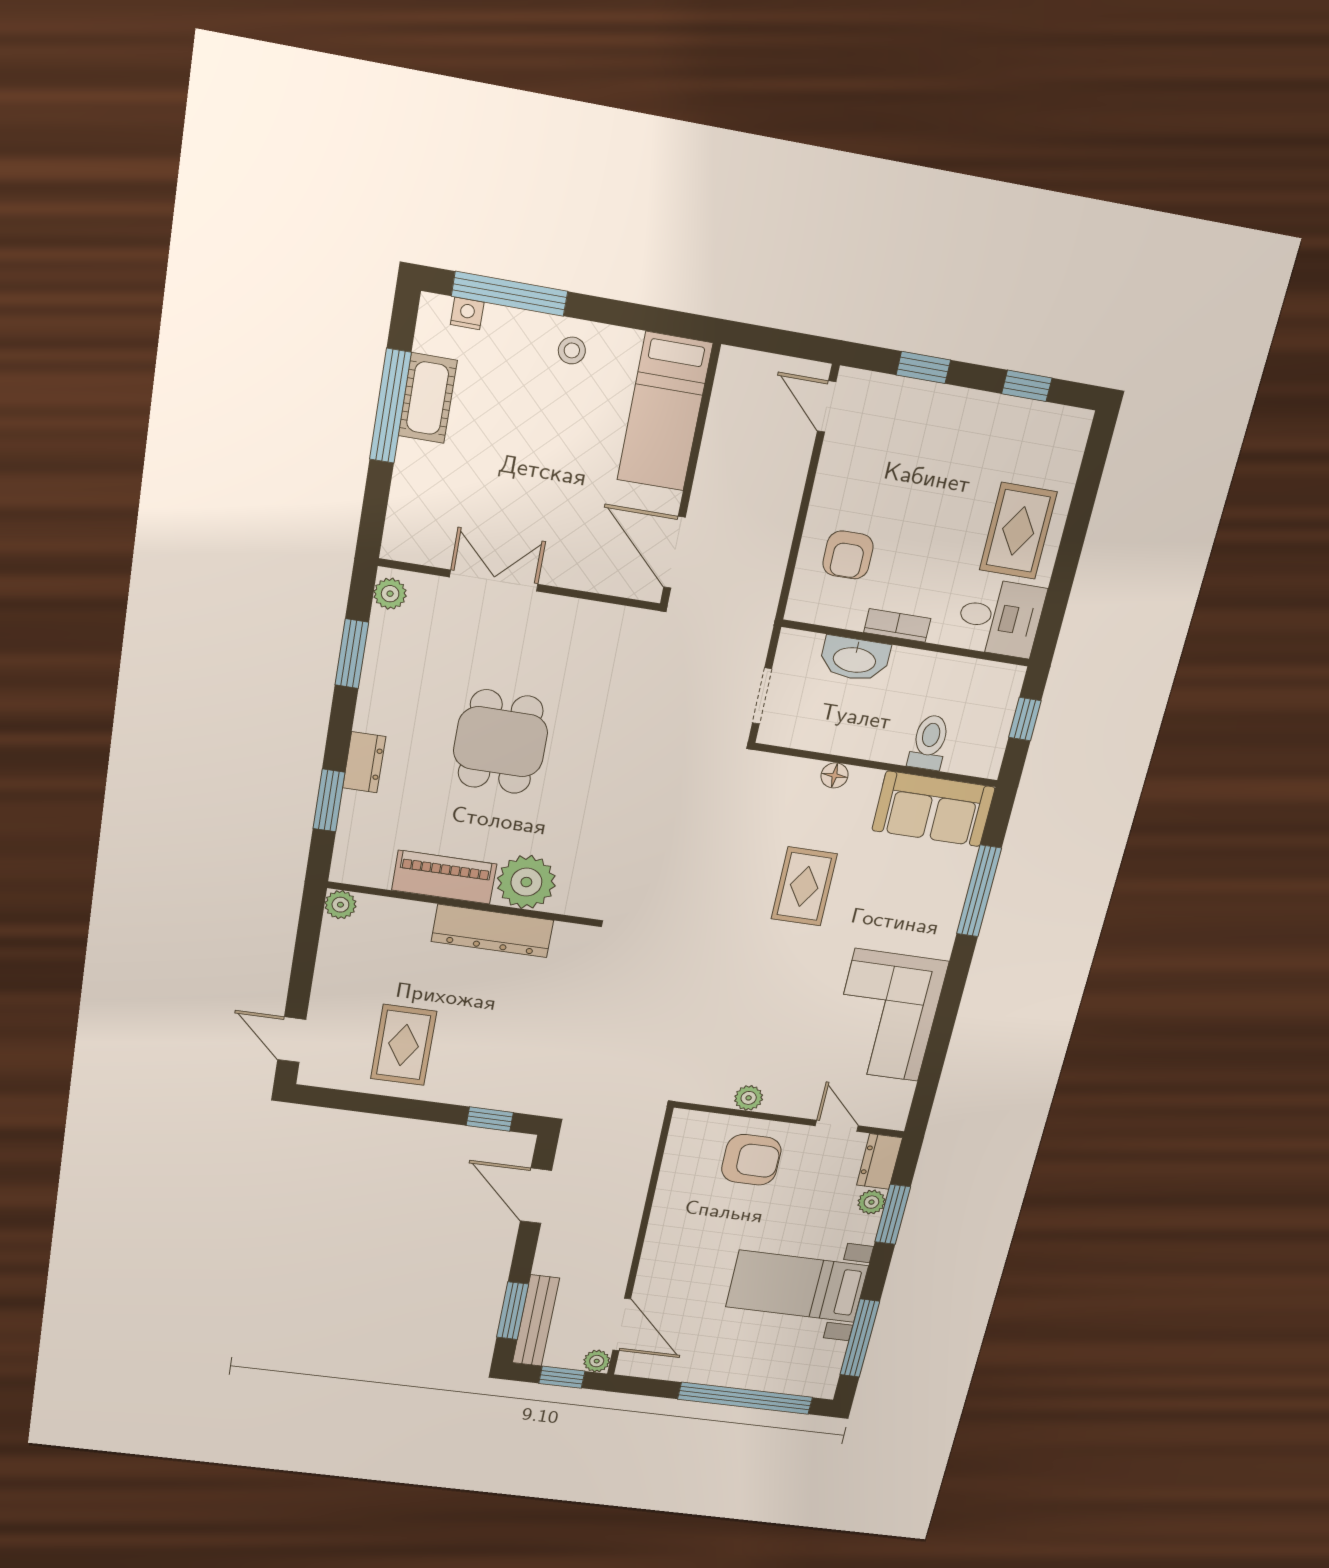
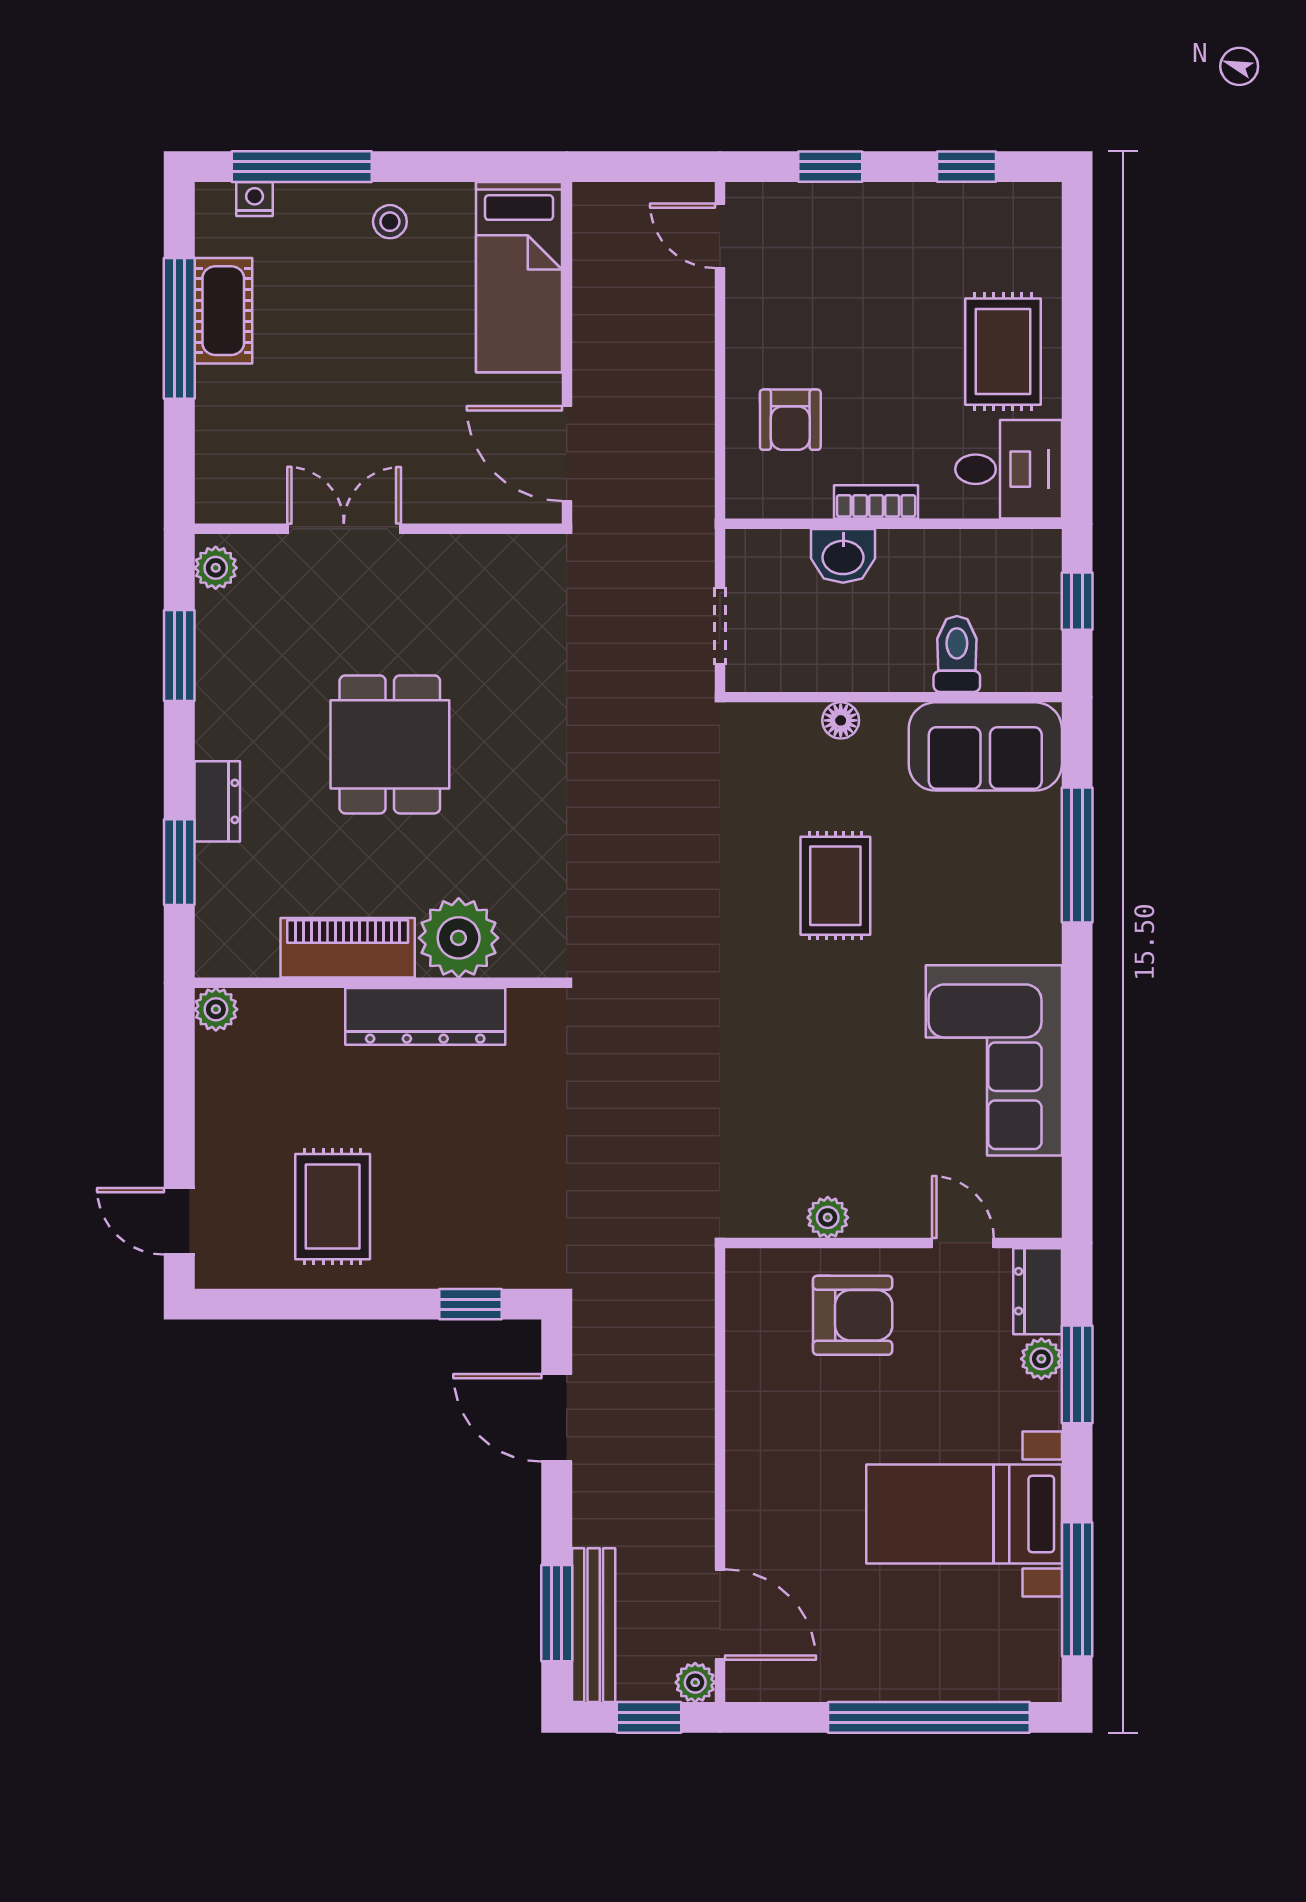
washbasin: (855, 659) -> (843, 556), width x0.72

